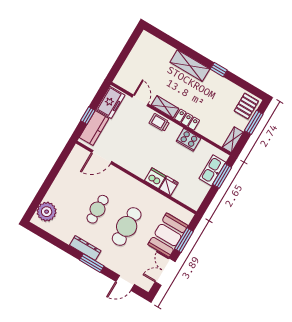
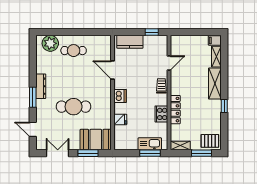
filing cabinet: (145, 39) -> (215, 40), added
freezer: (110, 102) -> (155, 43), removed
shelving: (165, 107) -> (216, 57), moved
window: (88, 116) -> (152, 32), moved
locker: (187, 120) -> (175, 110), width x1.53
door: (102, 157) -> (112, 70), moved
dishwasher: (155, 178) -> (120, 96), moved
cafe table: (98, 209) -> (74, 51), moved
booth: (168, 235) -> (96, 140), moved

